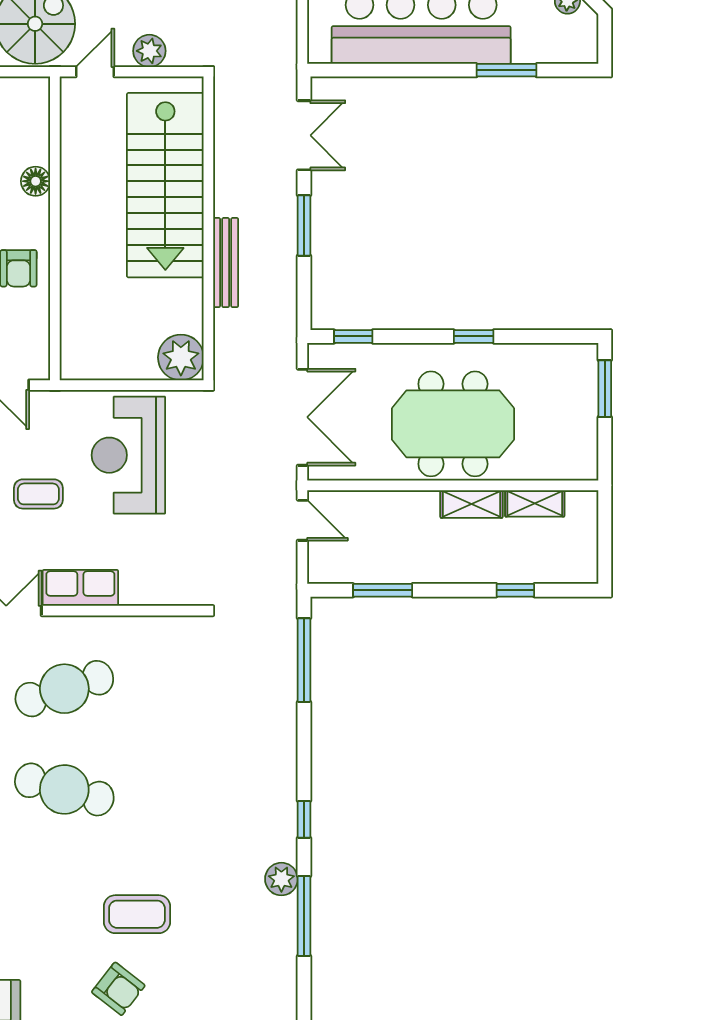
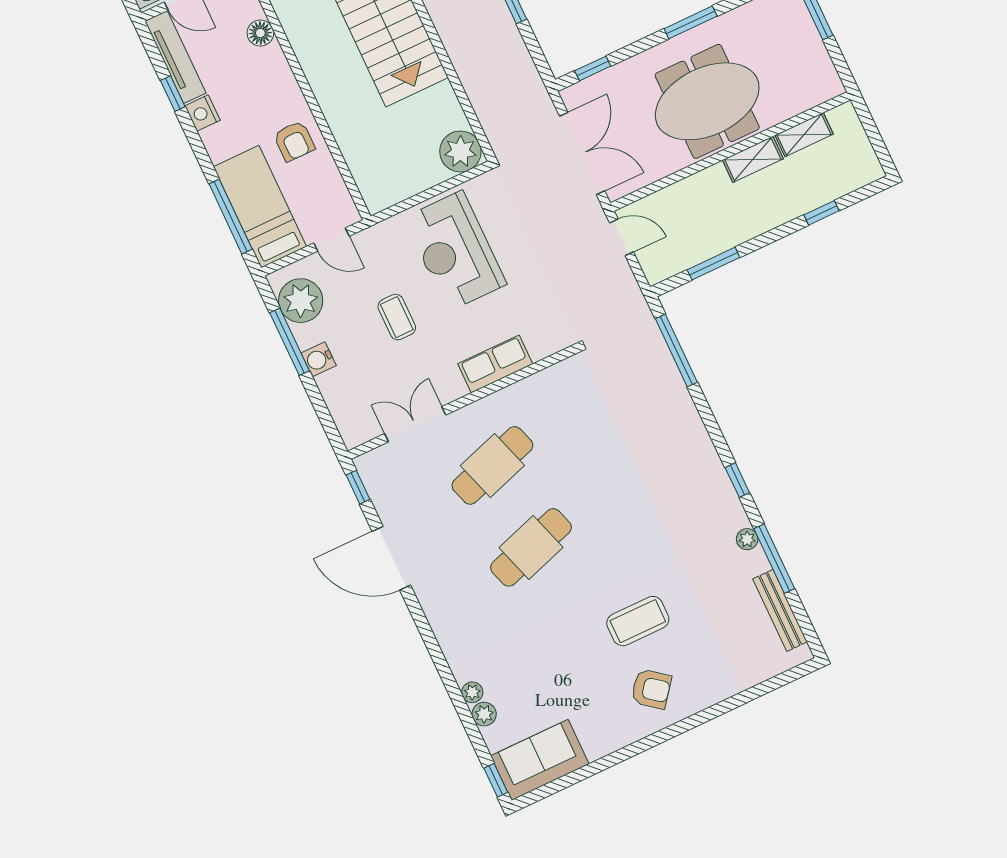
floor lamp: (36, 181) -> (260, 33), moved
bench: (226, 263) -> (780, 610), moved
window: (474, 336) -> (691, 22), width x1.50
coffee table: (38, 494) -> (397, 317), turned 90
row of seats: (80, 588) -> (495, 364), moved
cafe table: (64, 789) -> (531, 547), turned -33
plant: (281, 879) -> (747, 539), width x0.73, depth x0.73

